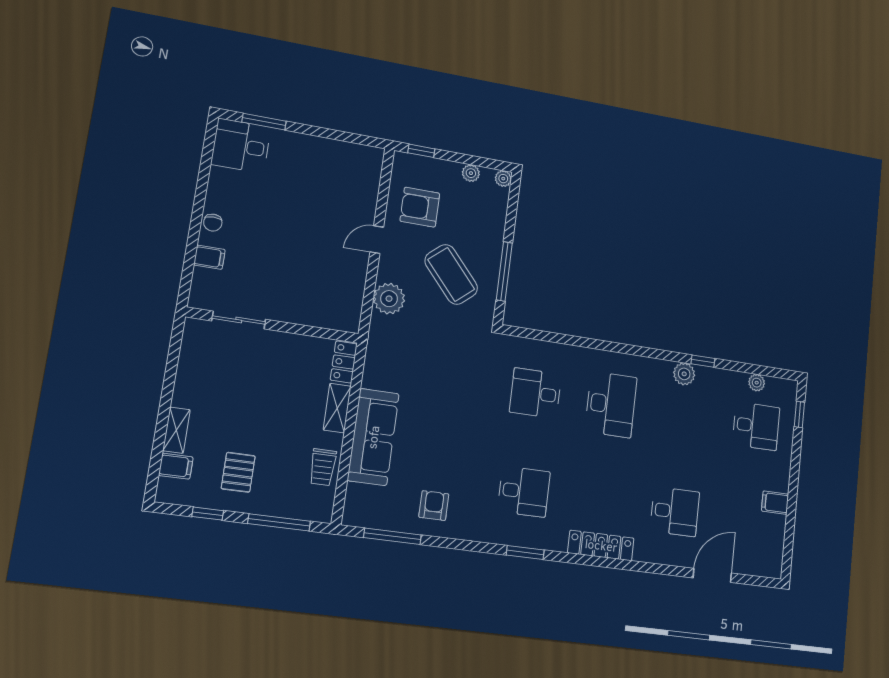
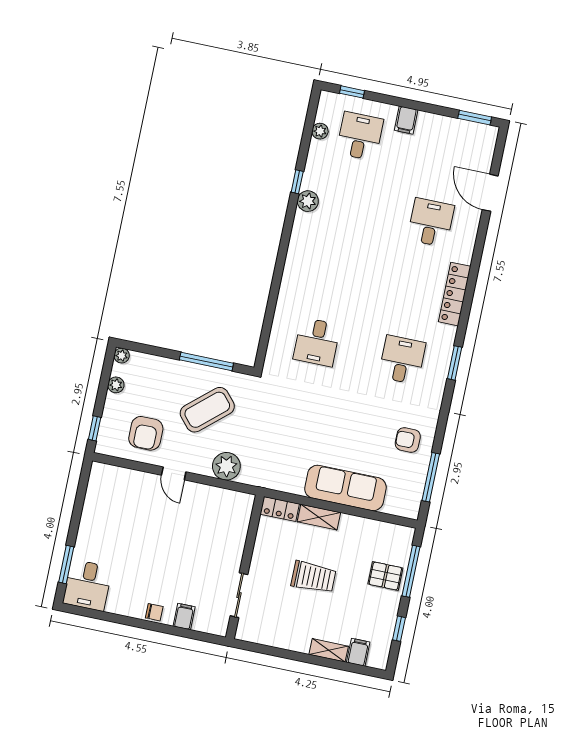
desk: (611, 404) -> (331, 273), removed
trolley: (323, 467) -> (314, 577), moved, width x1.36, depth x1.39
pallet: (238, 472) -> (385, 576), moved
filing cabinet: (775, 503) -> (406, 120), moved
window: (788, 550) -> (475, 118), added

